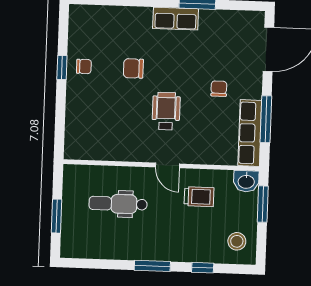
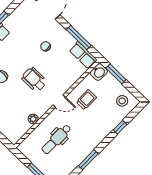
row of seats: (250, 133) -> (83, 55), width x0.68
plant: (117, 153) -> (33, 119), added
window: (152, 266) -> (88, 160), moved

